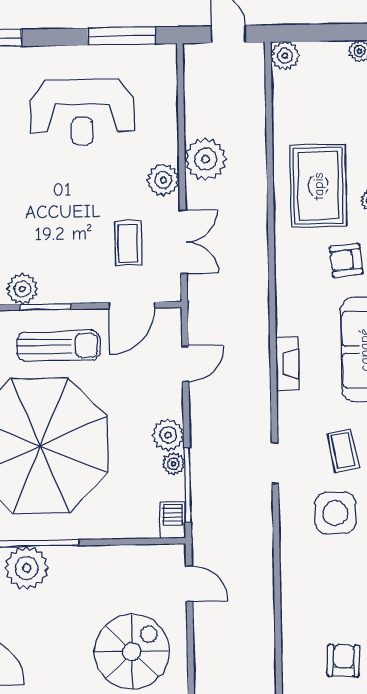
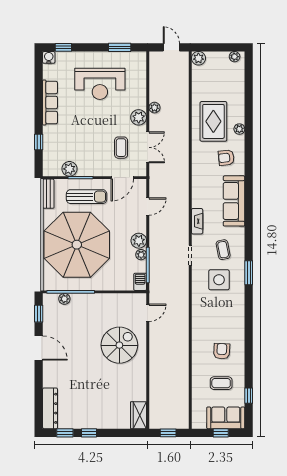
window: (122, 36) -> (120, 47), width x0.69
plant: (206, 159) -> (154, 108), width x0.53, depth x0.53
fireplace: (287, 364) -> (197, 221), moved
plant: (27, 568) -> (64, 299), width x0.53, depth x0.53
door: (189, 584) -> (148, 313), hinge flipped

